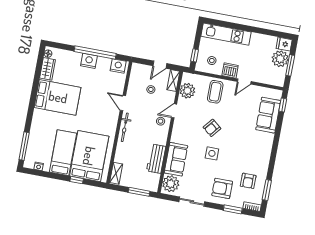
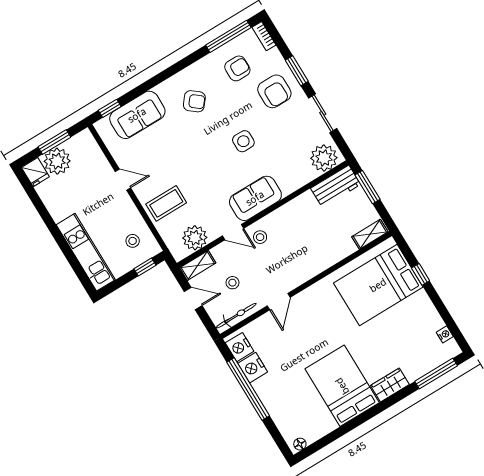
nightstand: (89, 61) -> (253, 368), moved
wardrobe: (48, 69) -> (390, 385), moved
dishwasher: (230, 70) -> (125, 208), removed
bicycle: (125, 127) -> (236, 316), moved
armchair: (212, 128) -> (194, 101), moved
bed: (63, 153) -> (402, 320), removed
workbench: (156, 159) -> (336, 186), moved
sofa: (176, 159) -> (255, 198), moved
window: (267, 190) -> (228, 36), width x1.44
window: (233, 209) -> (297, 71), moved

